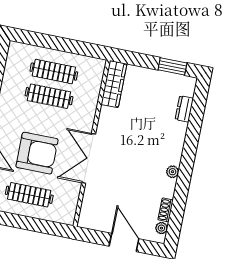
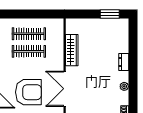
wardrobe: (114, 84) -> (72, 50), moved
dresser: (184, 109) -> (124, 62), moved

